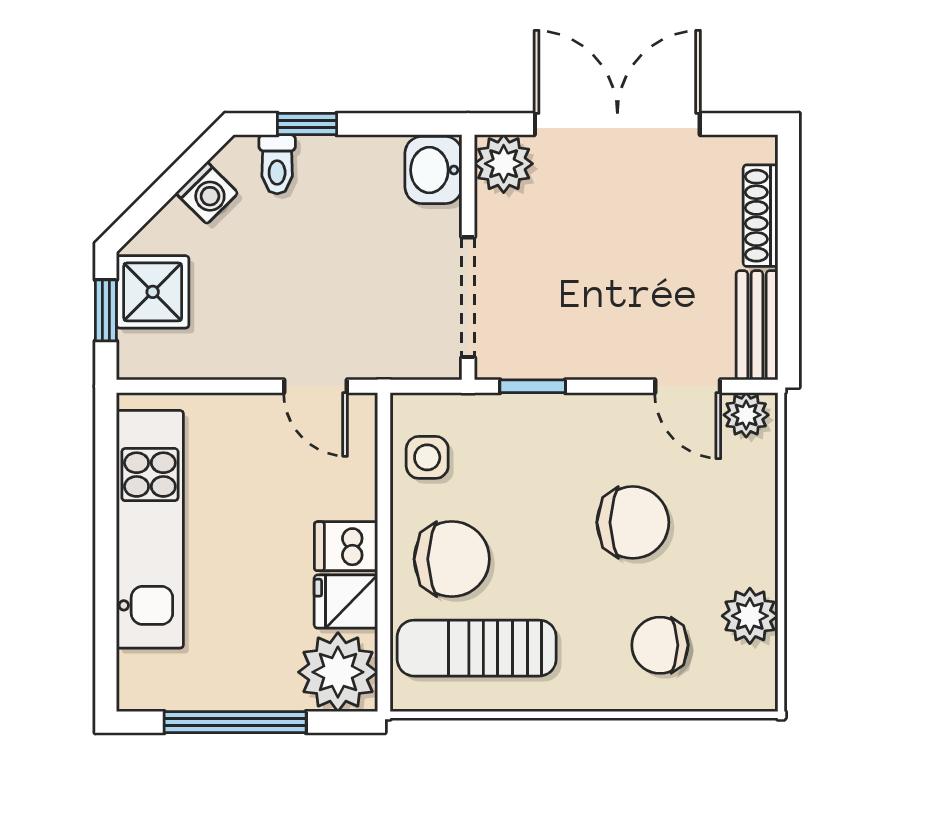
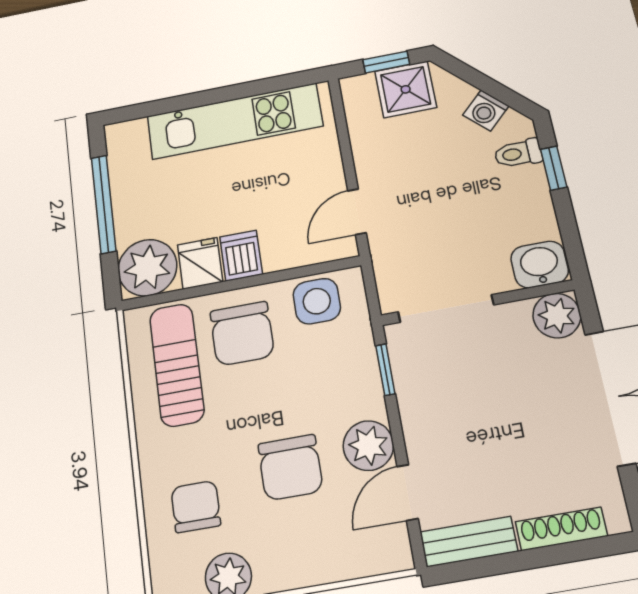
plant: (746, 415) -> (368, 446), moved, width x1.38, depth x1.38
side table: (427, 457) -> (317, 301), width x1.37, depth x1.37

